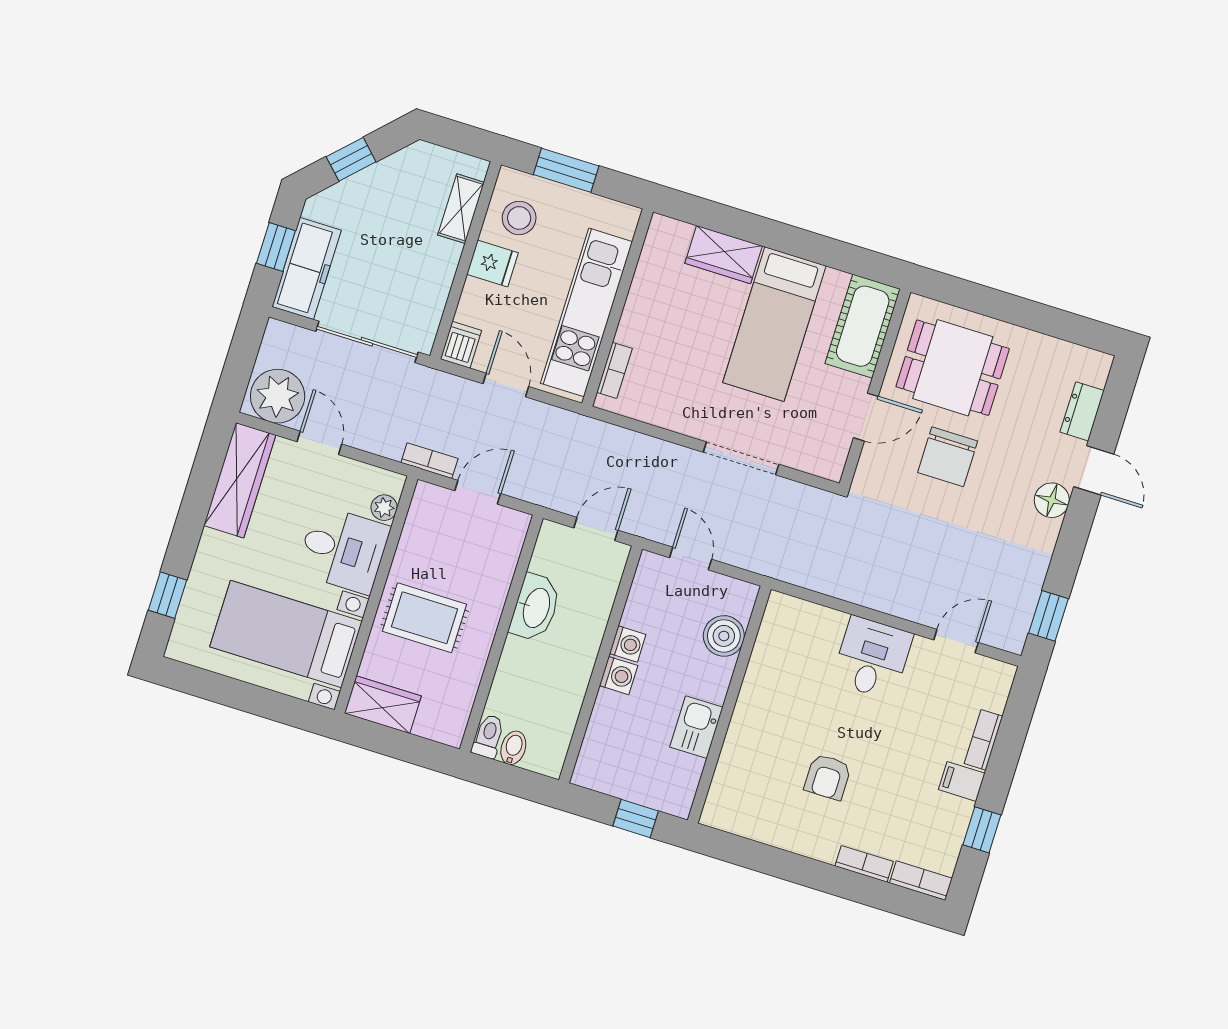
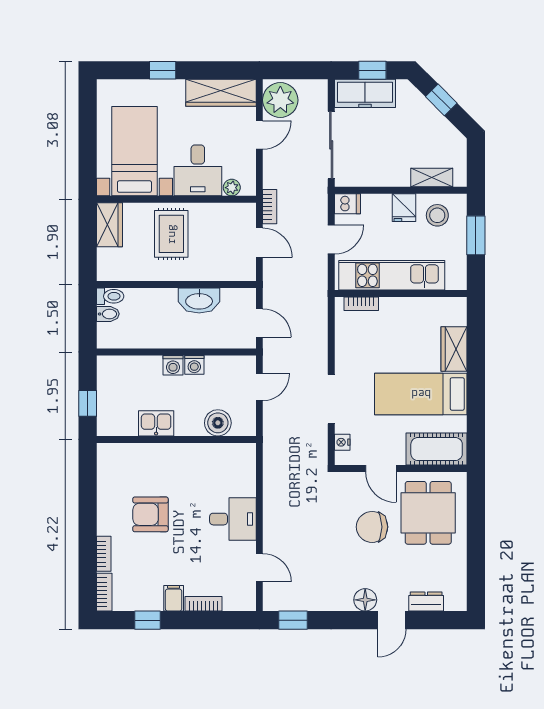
nightstand: (809, 462) -> (342, 442), added
window: (167, 595) -> (163, 70), moved
armchair: (828, 777) -> (150, 514), width x1.38, depth x1.38

